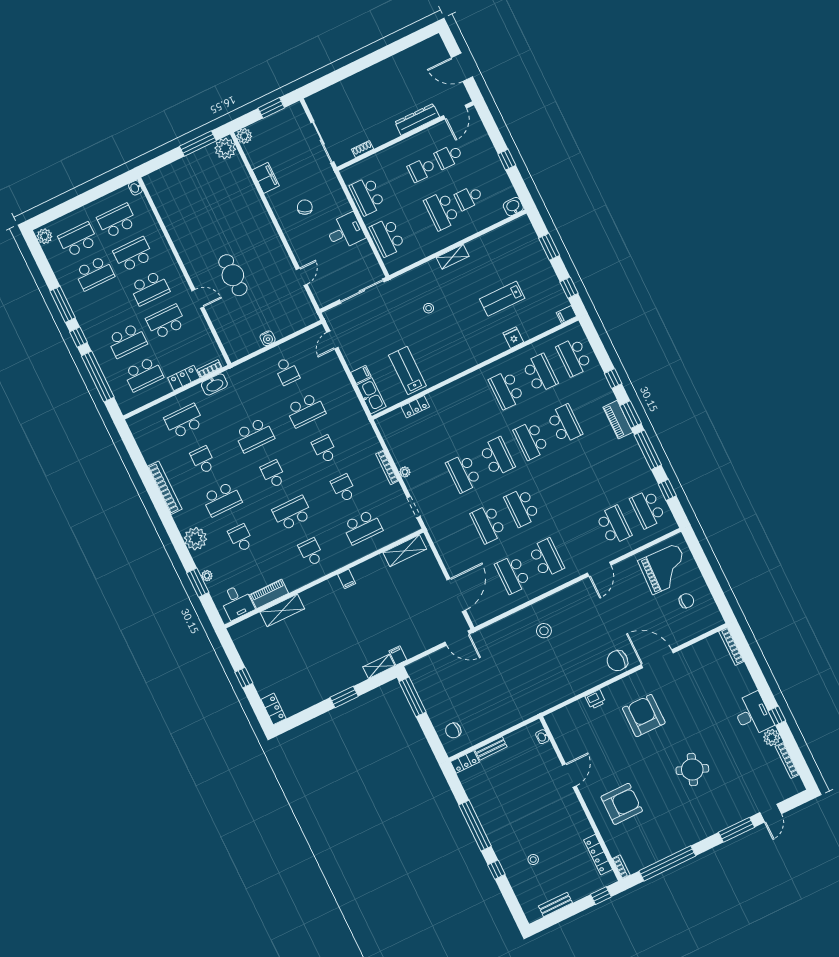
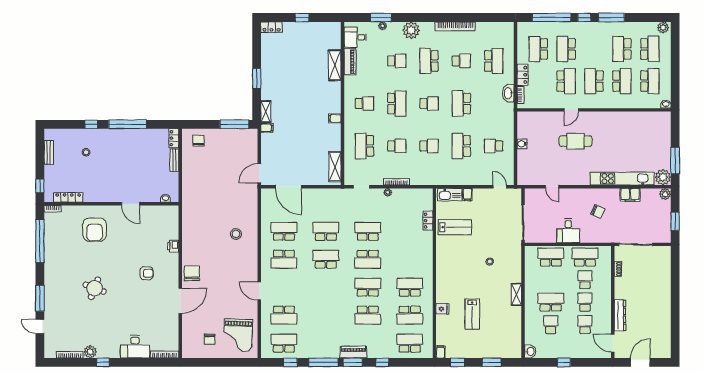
school desk: (394, 183) -> (585, 280), added
kitchen unit: (251, 197) -> (622, 179), added
lab bench: (502, 299) -> (472, 314), turned 180
desk: (753, 714) -> (135, 347), moved
armchair: (644, 716) -> (147, 273), width x0.53, depth x0.53

